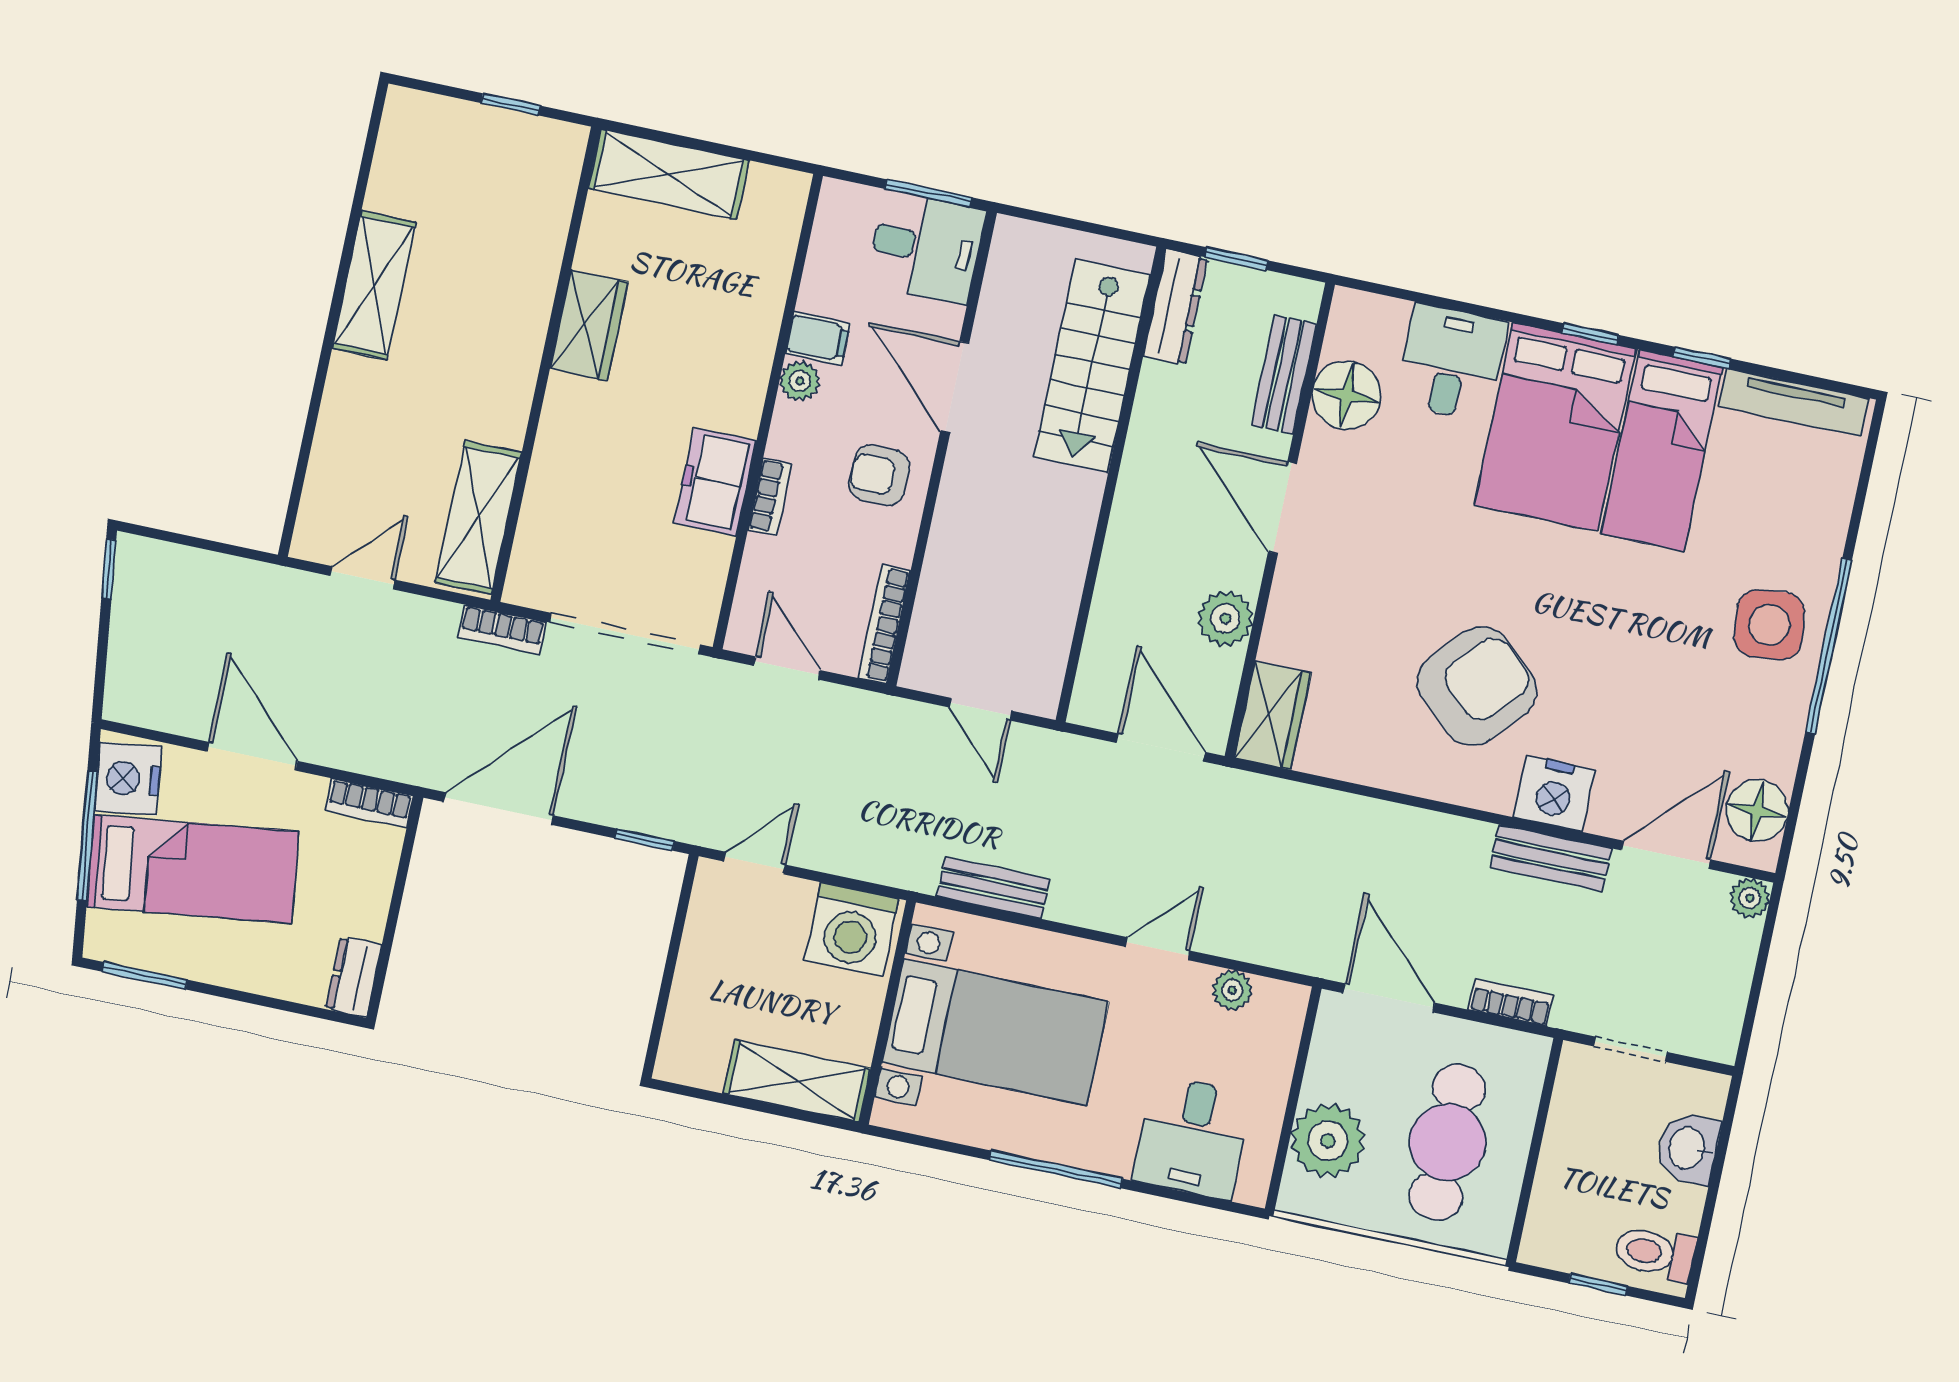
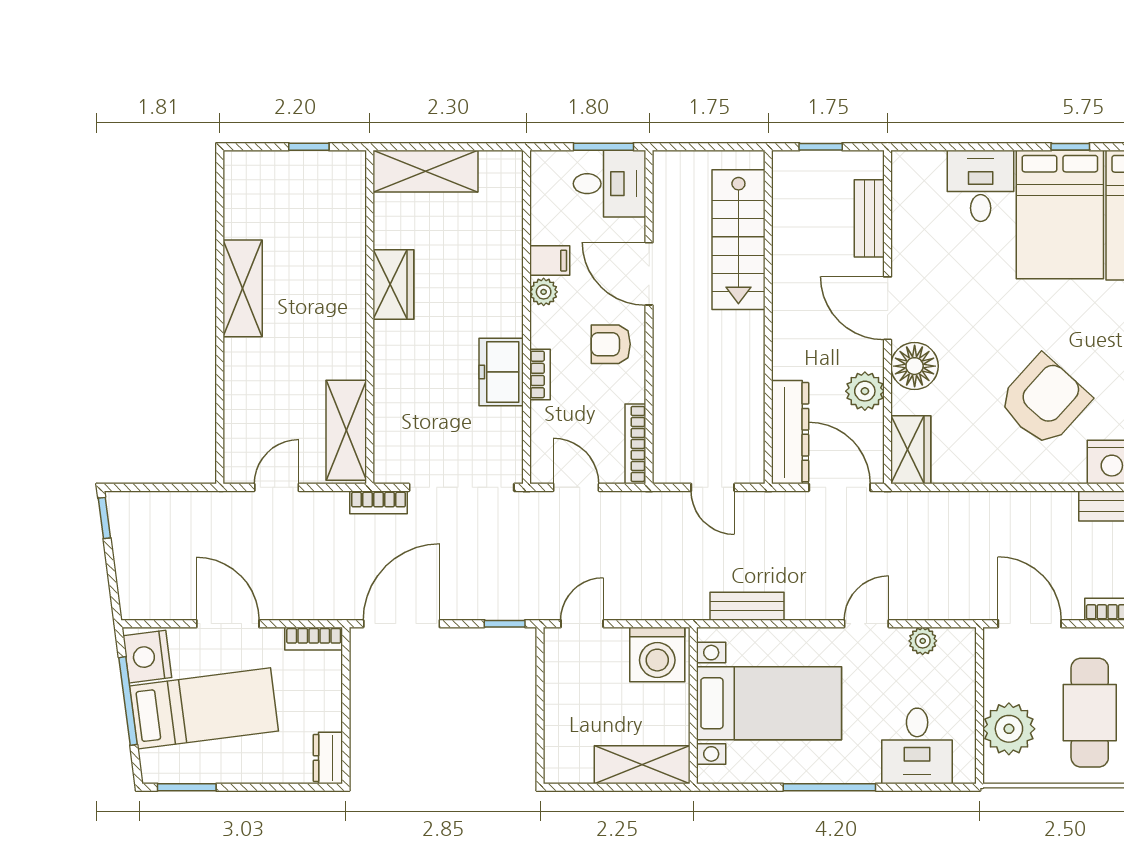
dresser: (1176, 307) -> (790, 432), moved, width x1.37, depth x1.24
floor lamp: (1346, 395) -> (915, 366), moved

